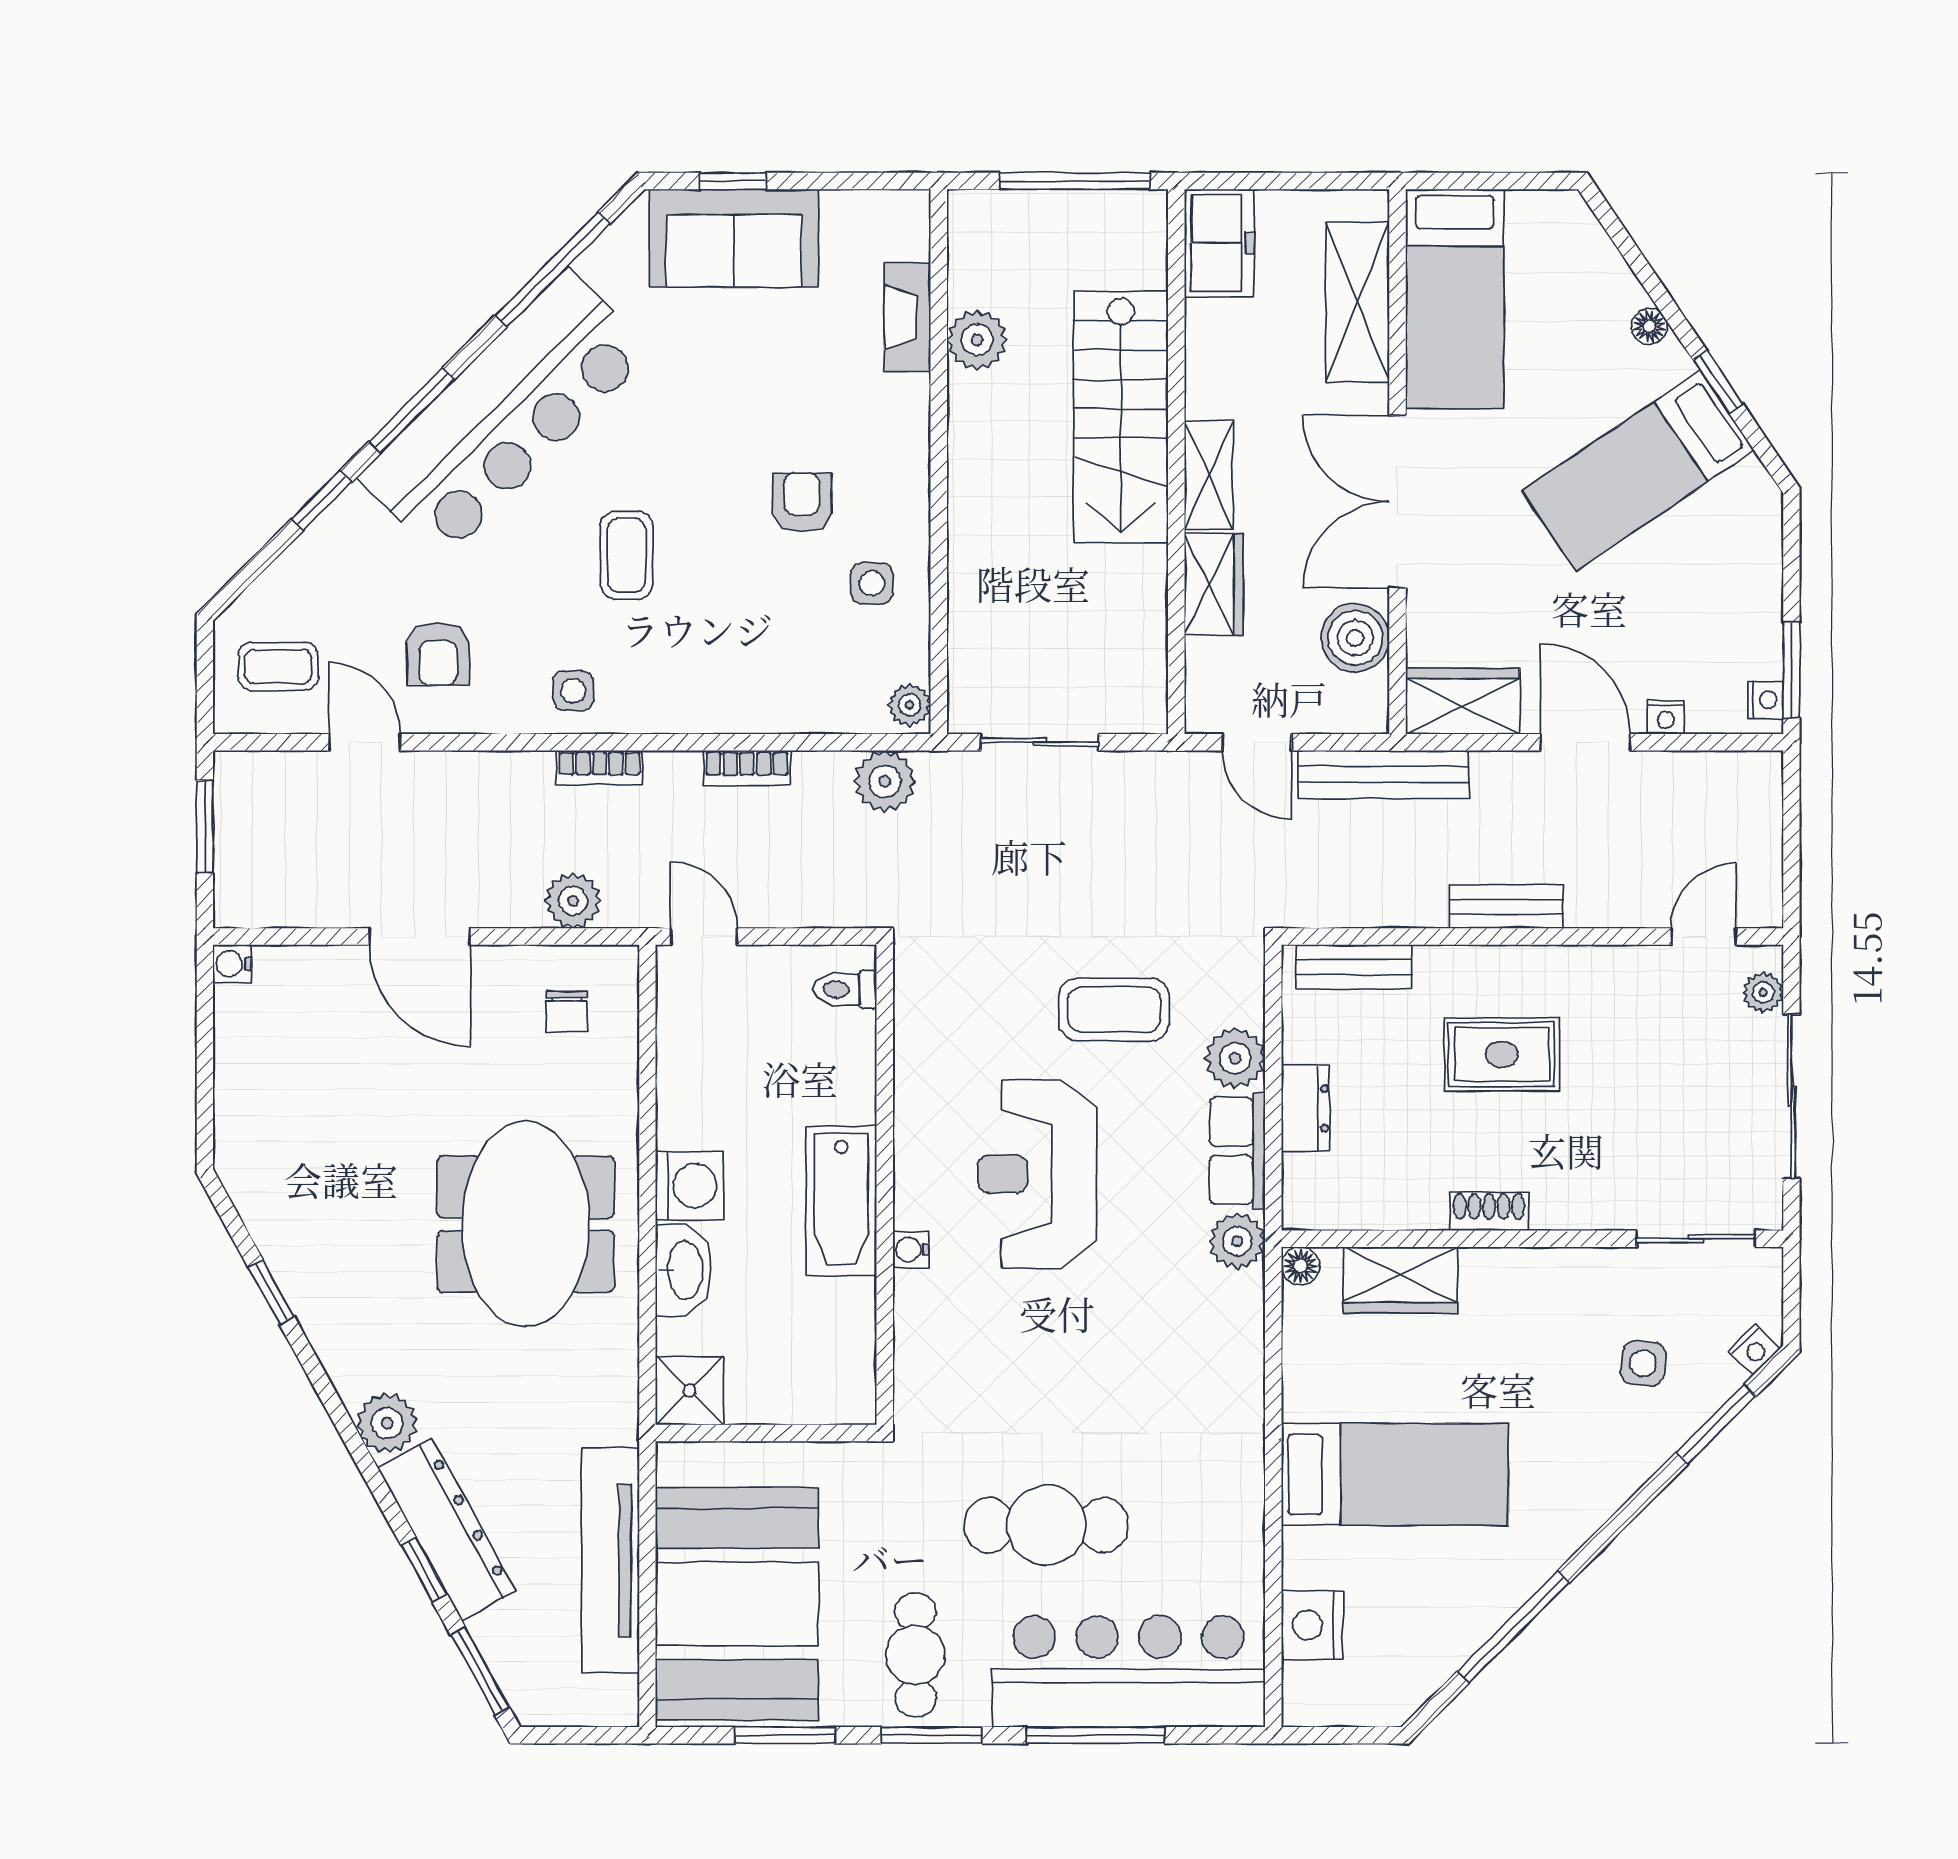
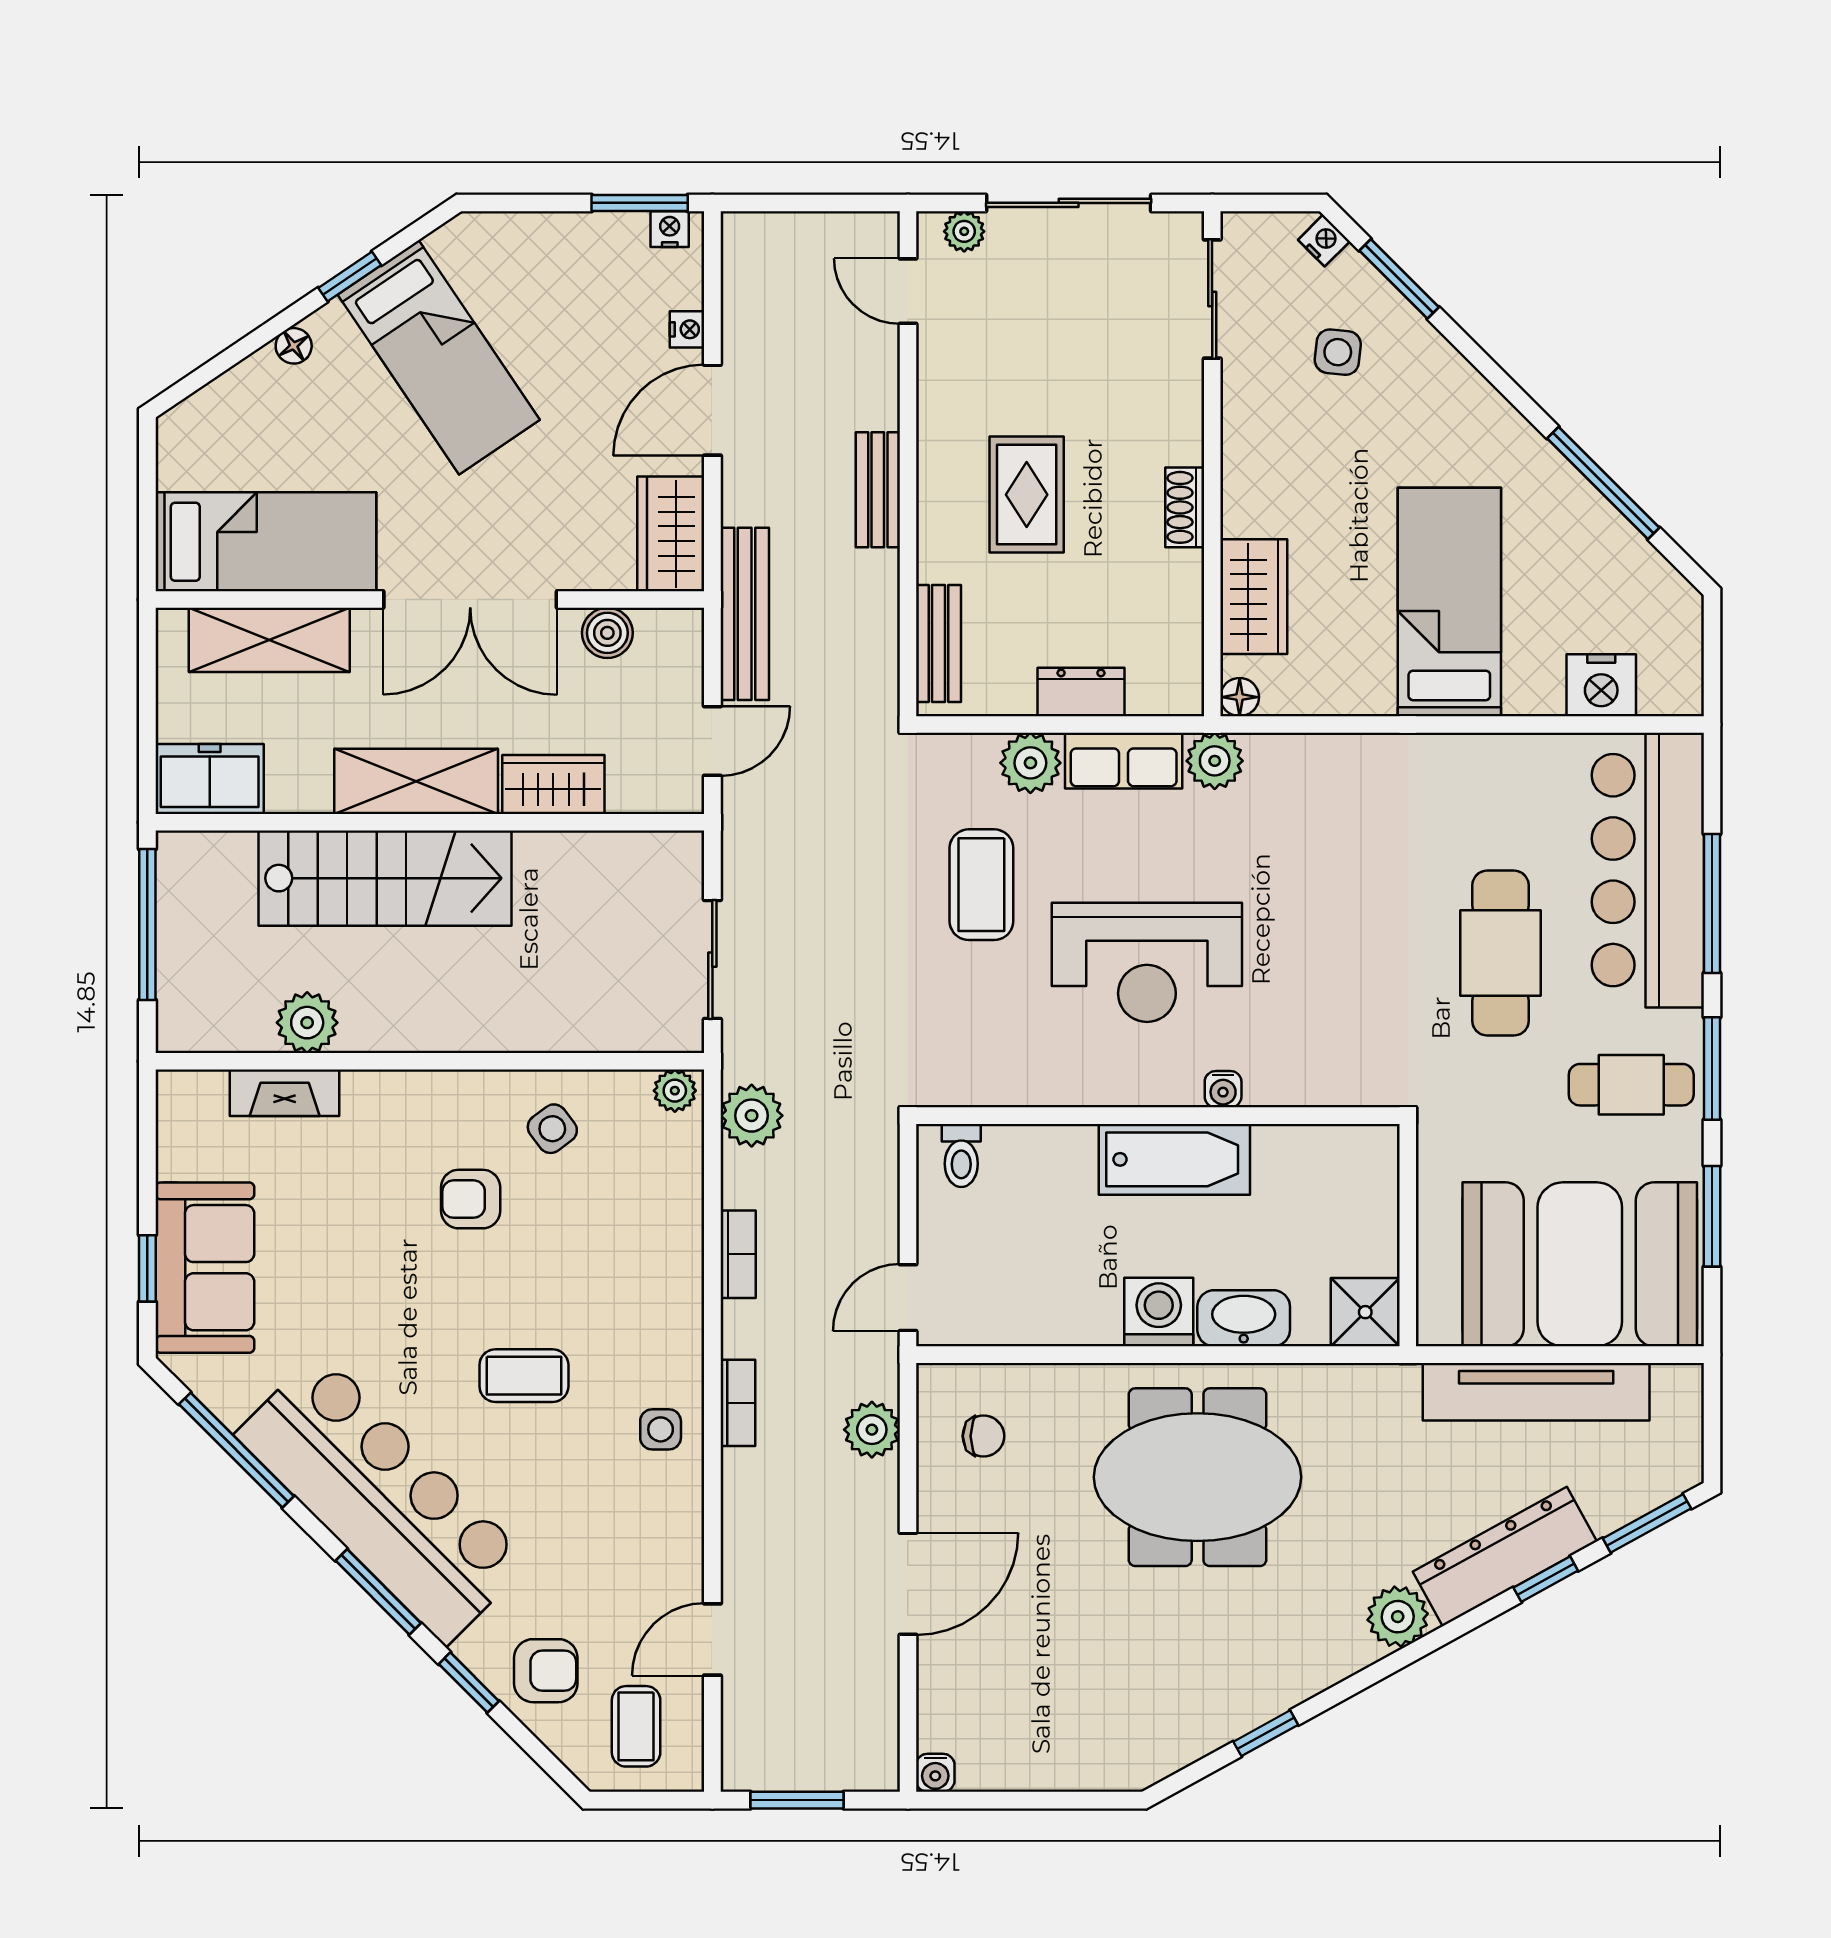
shelving: (1209, 475) -> (416, 781), width x1.50, depth x1.33
side table: (872, 583) -> (552, 1129), turned -38
boiler: (1355, 638) -> (607, 633), width x0.73, depth x0.73
armchair: (438, 654) -> (546, 1671), moved

